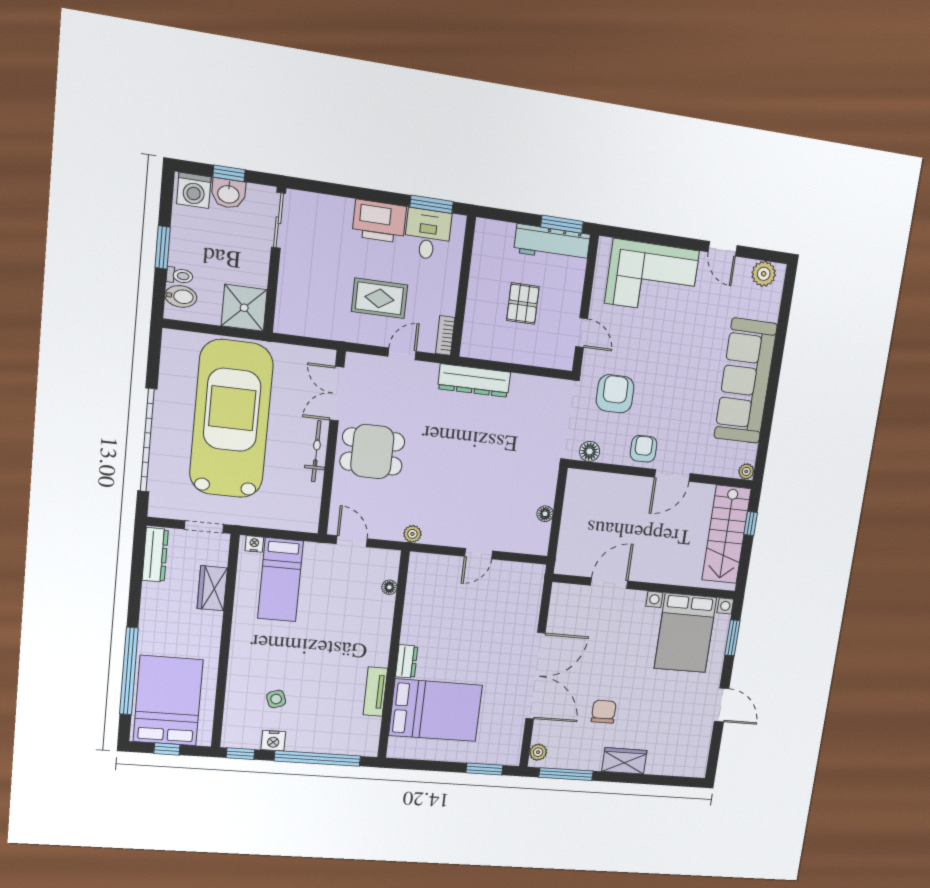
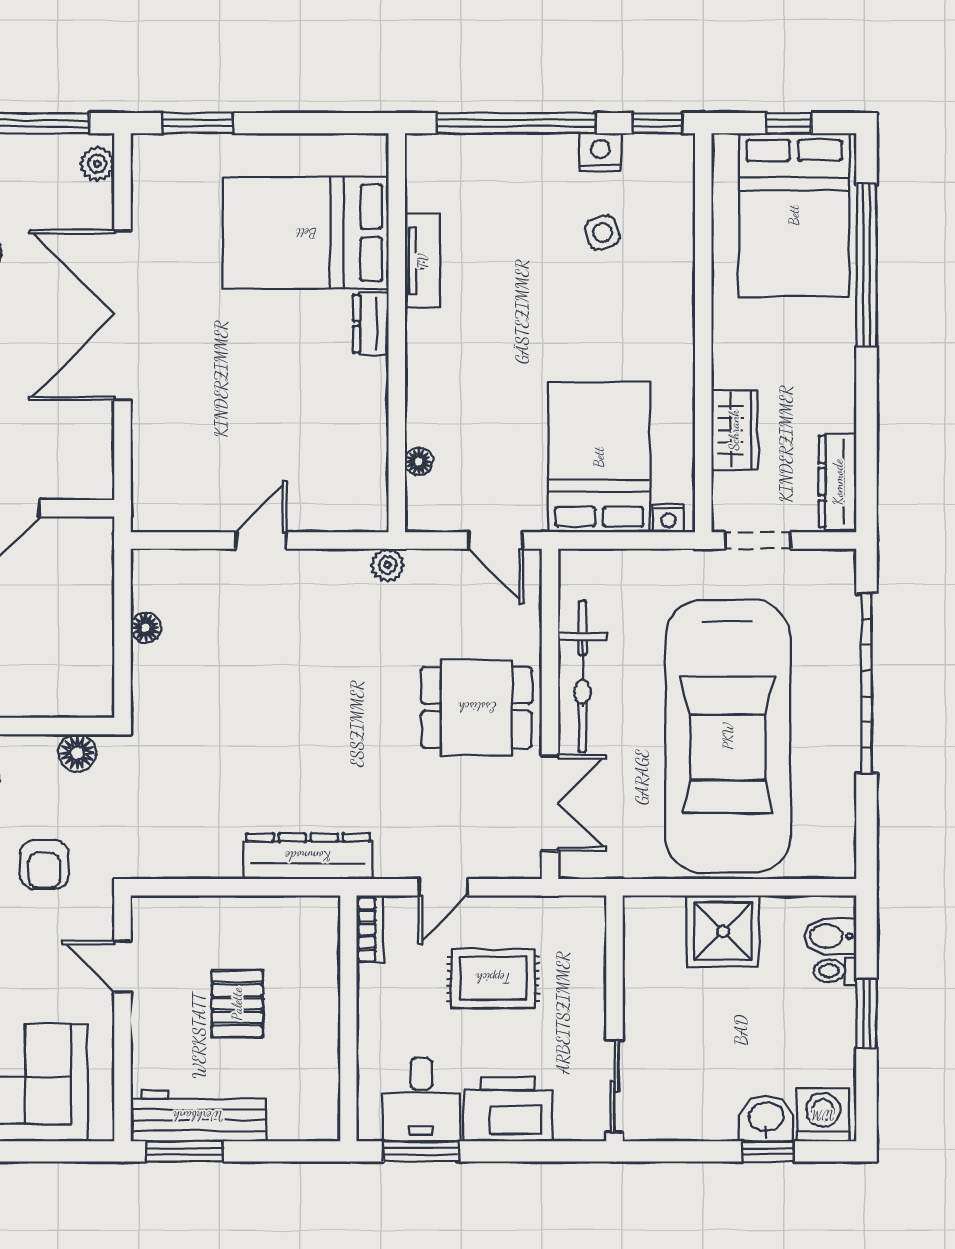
sliding door: (278, 220) -> (614, 1086), moved
wall: (275, 260) -> (614, 1018), moved
armchair: (615, 394) -> (44, 864), width x0.72, depth x0.72
bicycle: (316, 451) -> (583, 676), width x1.37, depth x1.40
bed: (280, 580) -> (599, 457), width x1.50

